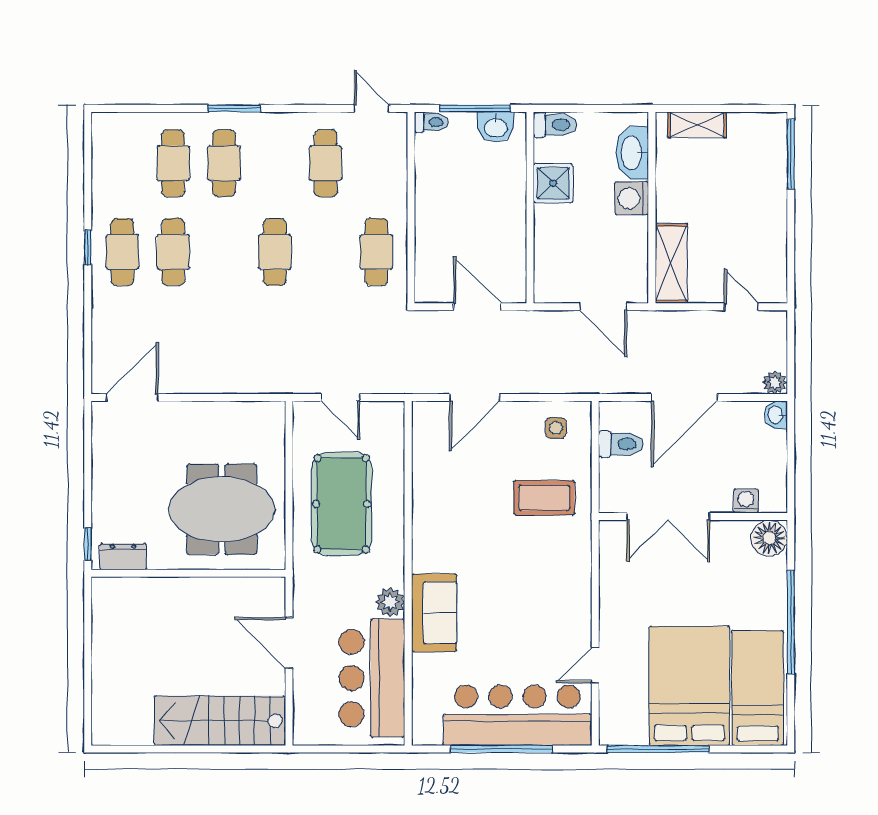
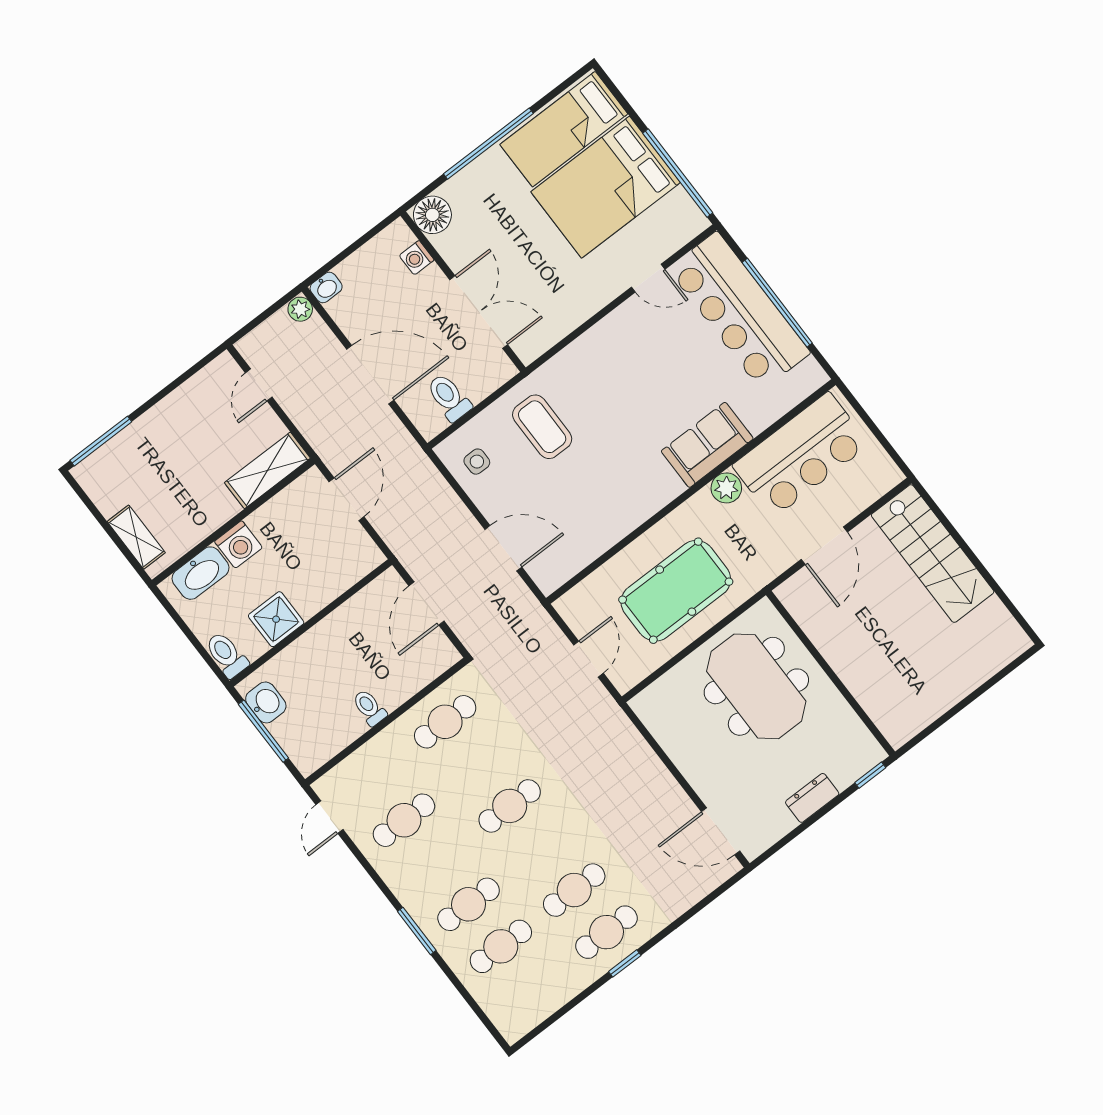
toilet: (431, 122) -> (369, 708), moved
dresser: (123, 557) -> (812, 798), moved, turned 90

